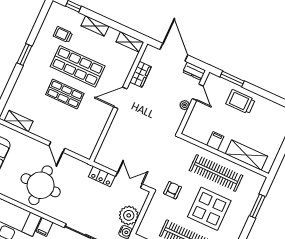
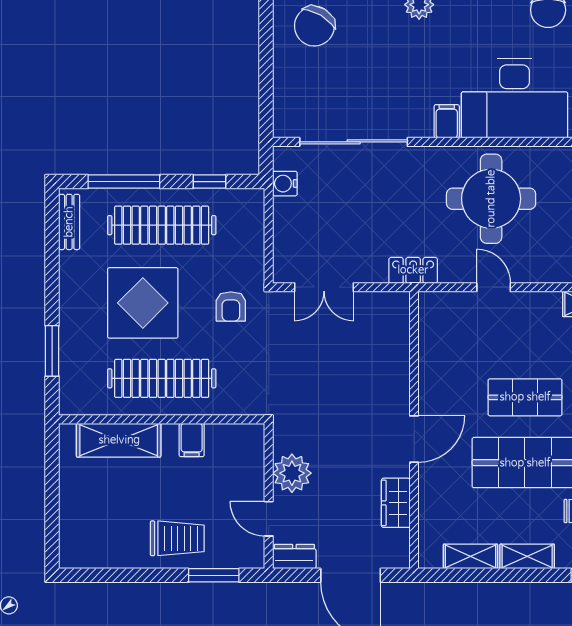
shelving: (130, 42) -> (471, 556), moved
plant: (185, 105) -> (292, 473), width x1.88, depth x1.88
locker: (102, 176) -> (413, 270), moved
plant: (129, 215) -> (293, 219), removed

